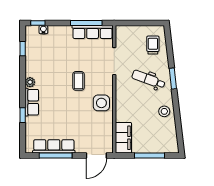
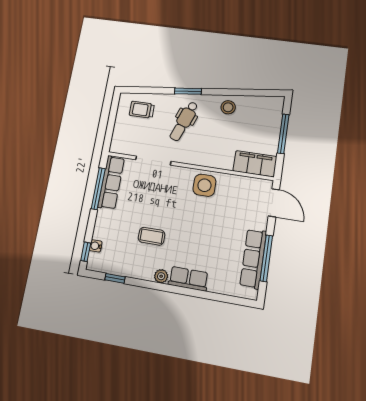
coffee table: (78, 81) -> (152, 236), moved
window: (23, 115) -> (204, 295), removed

